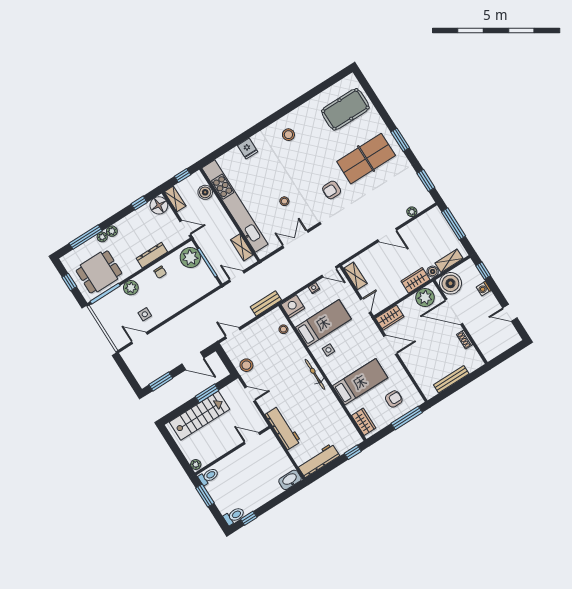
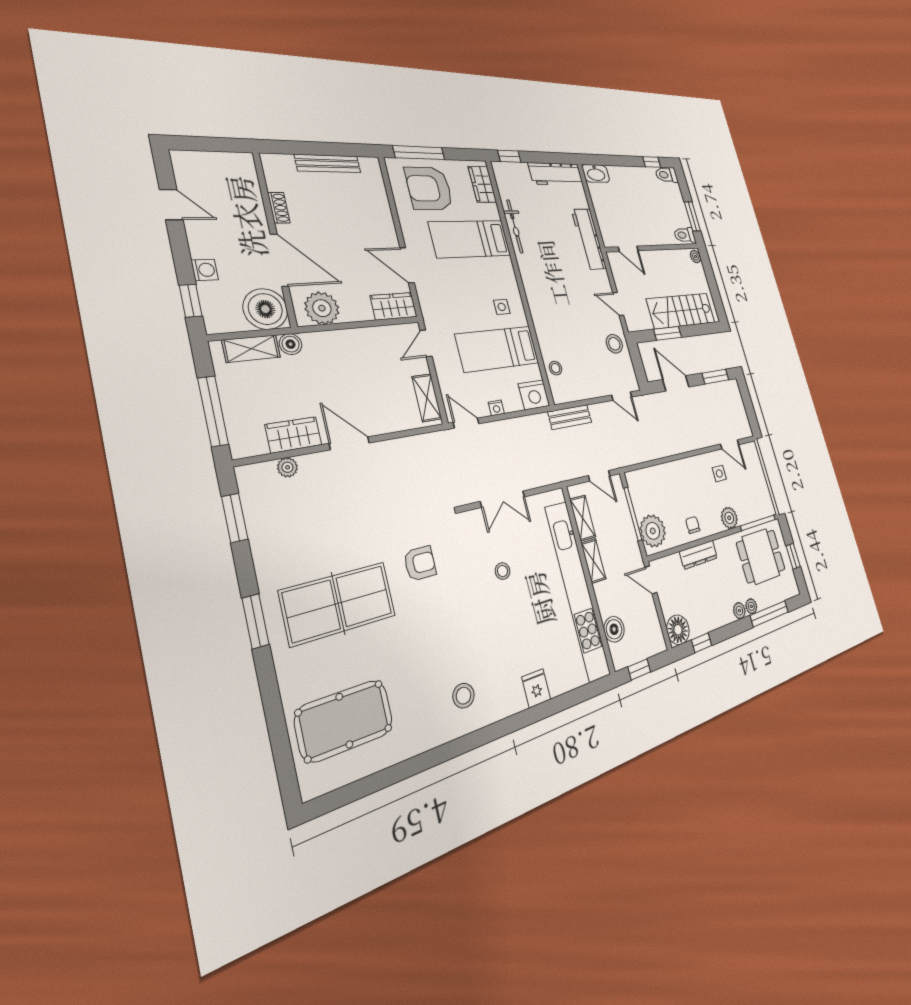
shelving: (175, 199) -> (594, 561), moved
wardrobe: (415, 280) -> (294, 435), moved, turned 180
bicycle: (315, 374) -> (515, 226), moved
armchair: (394, 399) -> (429, 188), width x1.88, depth x1.88

